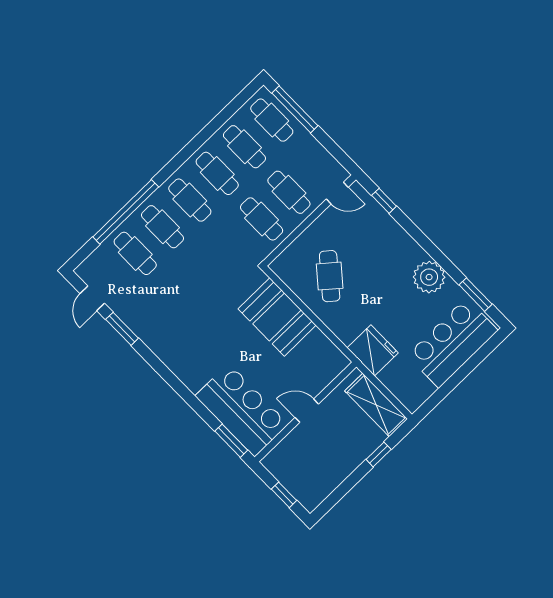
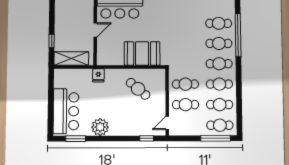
fridge: (373, 350) -> (98, 75), width x0.53, depth x0.75

